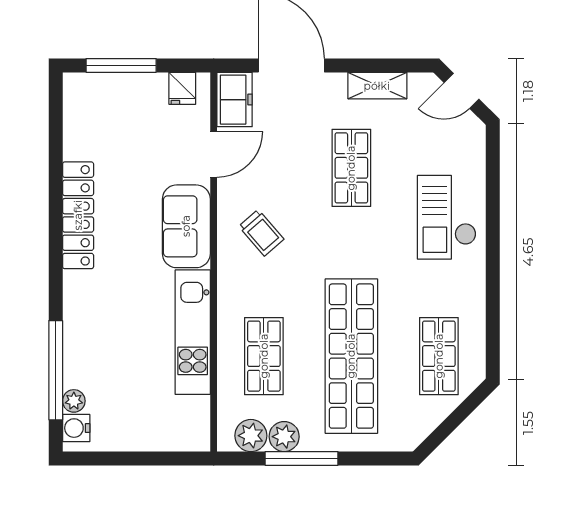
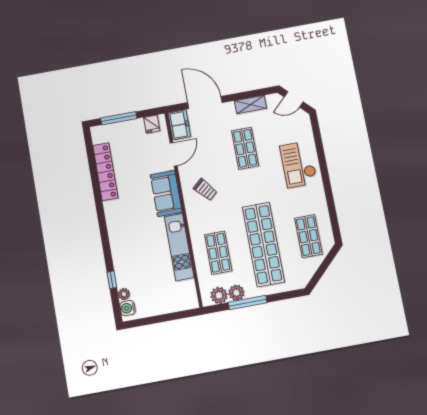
locker: (78, 215) -> (105, 172), moved
window: (56, 370) -> (112, 280), width x0.32

